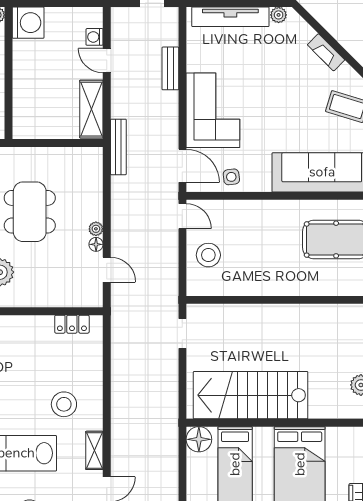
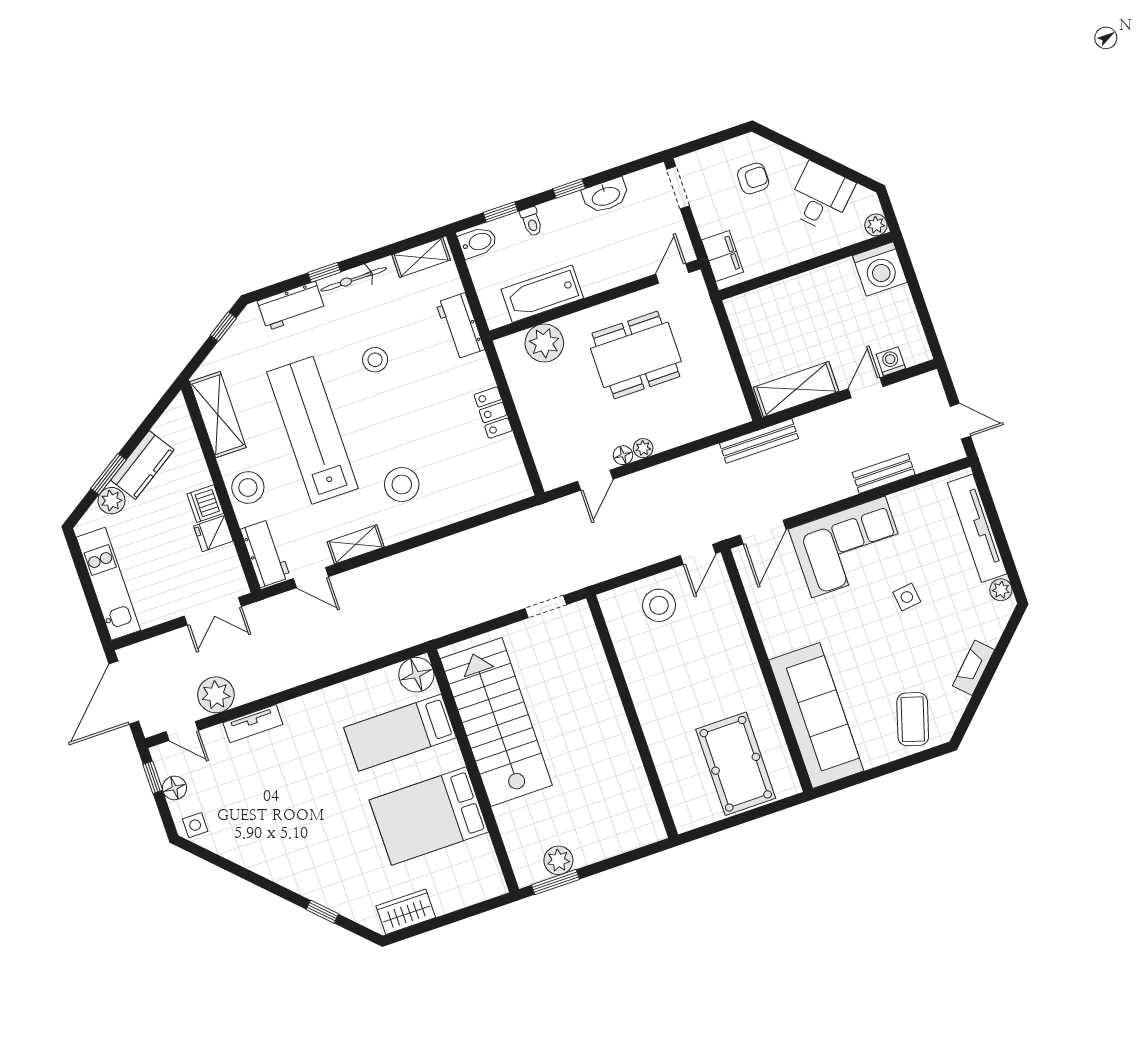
side table: (231, 177) -> (907, 597), moved
locker: (72, 324) -> (493, 413), moved

